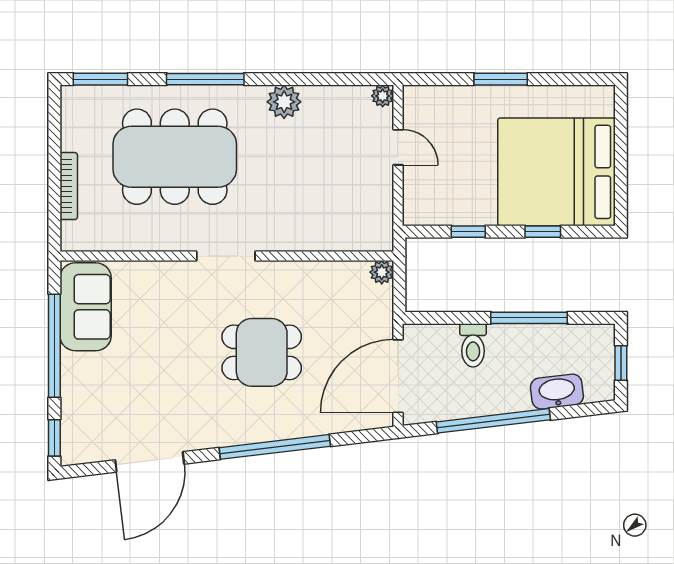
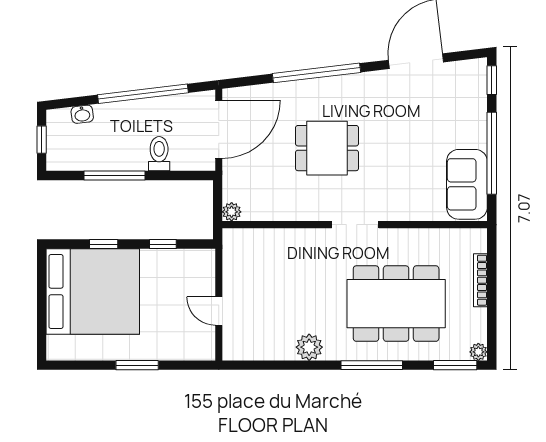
plant: (383, 96) -> (478, 352), moved
washbasin: (557, 392) -> (82, 114), width x0.52, depth x0.69

